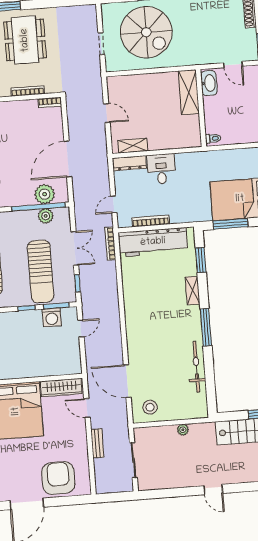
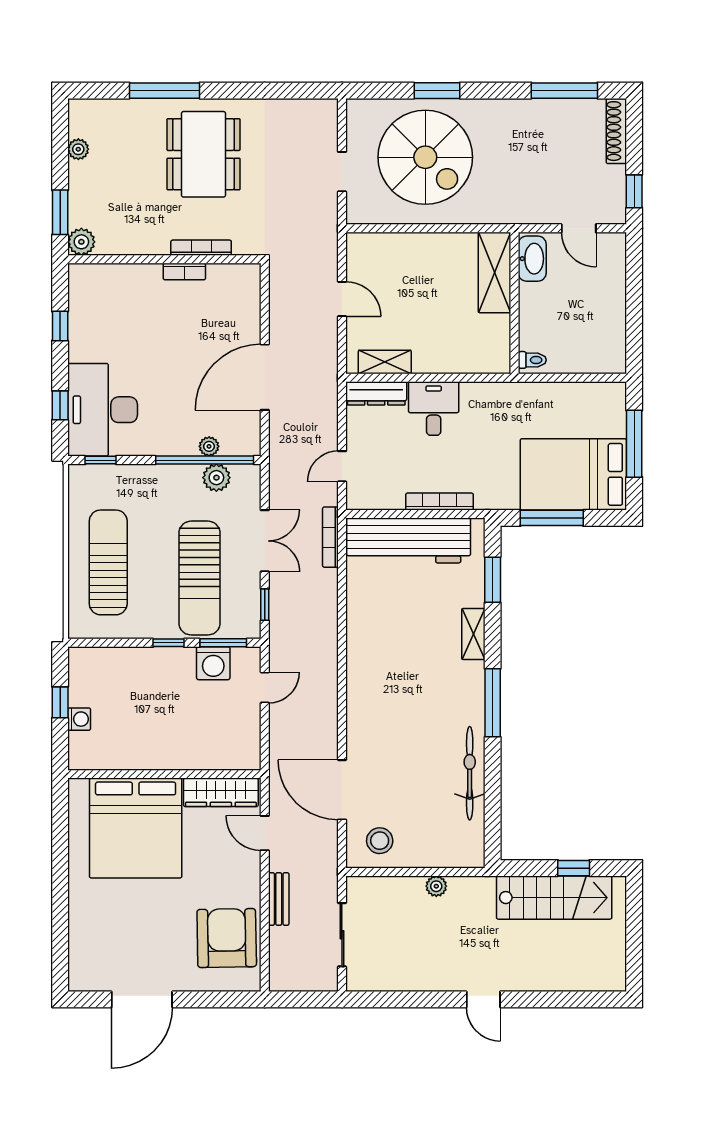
bookcase: (50, 102) -> (184, 271), moved
plant: (45, 194) -> (209, 446), width x0.53, depth x0.53
bookcase: (151, 221) -> (440, 502), moved
armchair: (58, 478) -> (227, 938), moved

